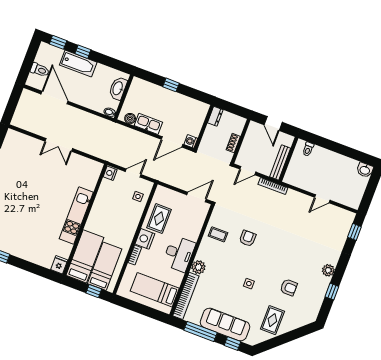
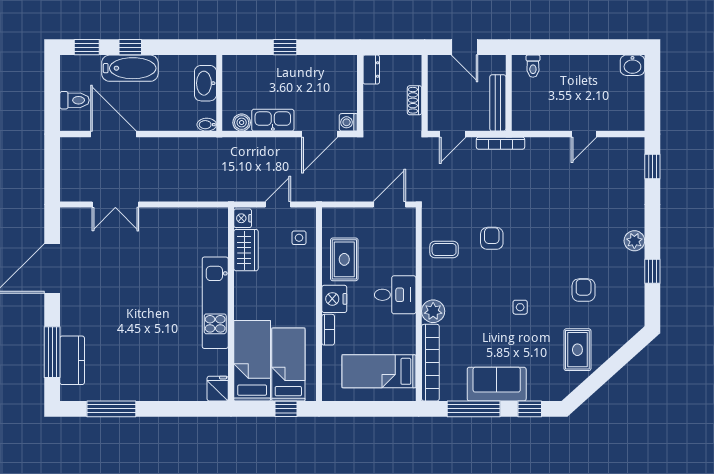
double door: (59, 145) -> (115, 205), moved
wardrobe: (105, 192) -> (246, 250), added
desk: (179, 254) -> (395, 295), width x0.73
armchair: (289, 287) -> (584, 290), turned -90
sofa: (225, 325) -> (497, 384), width x0.73

